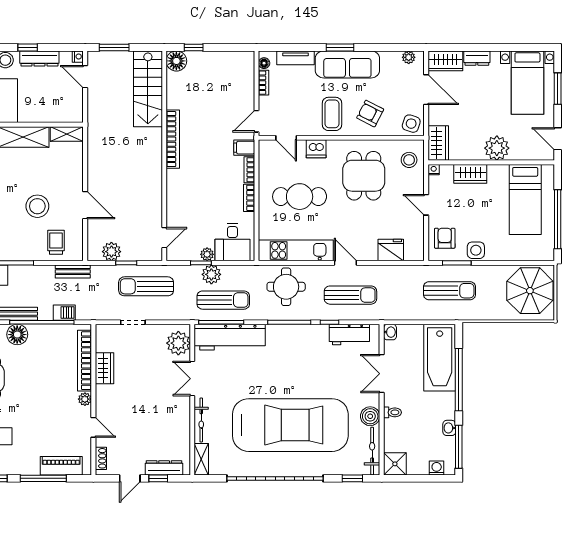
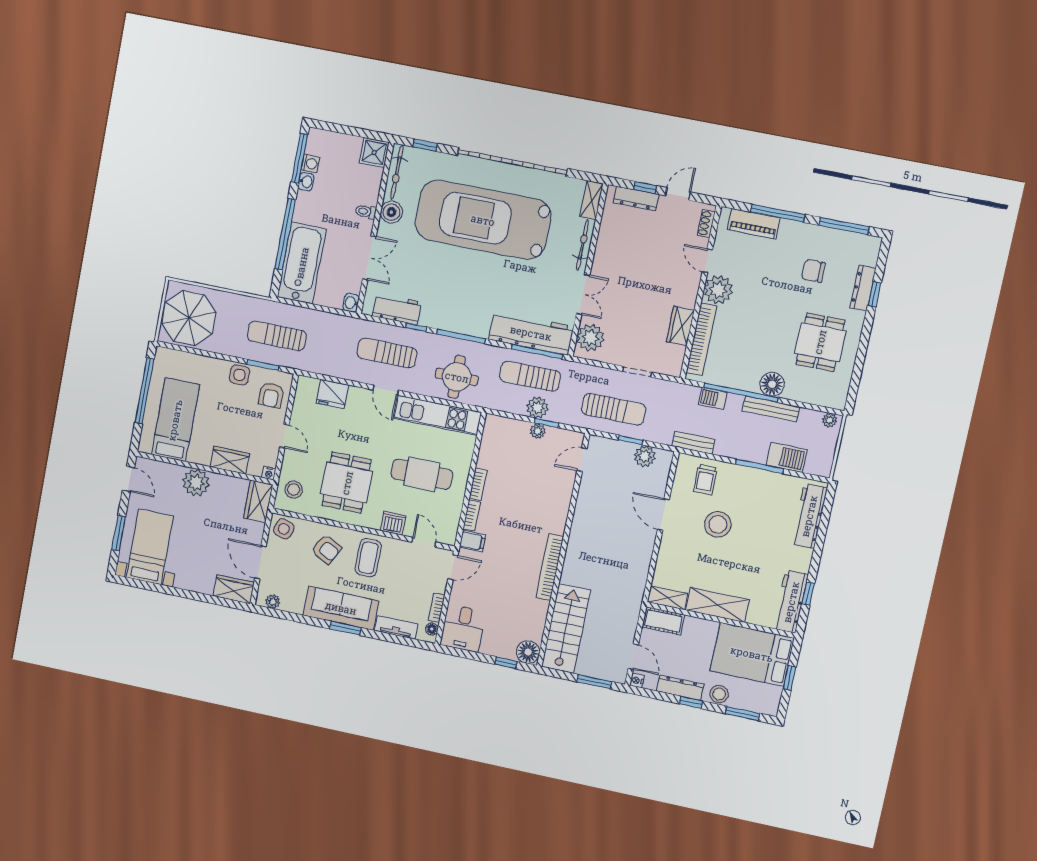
dresser: (477, 58) -> (199, 585), removed
cot: (66, 113) -> (663, 621), added
desk: (232, 242) -> (463, 628), moved, turned 180
plant: (85, 399) -> (718, 290), width x1.87, depth x1.87
washing machine: (437, 468) -> (310, 164), moved, turned -90

